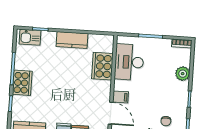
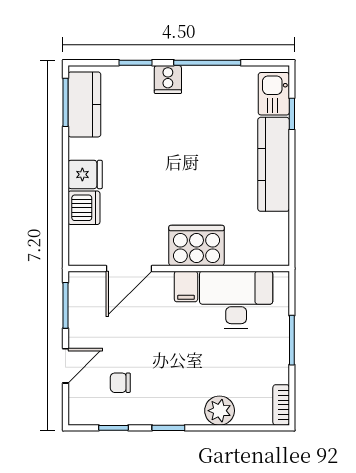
kitchen counter: (72, 40) -> (274, 164), width x1.50
cooker: (102, 66) -> (197, 246), moved
cooker: (22, 83) -> (168, 79), width x0.53, depth x0.76
filing cabinet: (120, 97) -> (186, 286), moved

